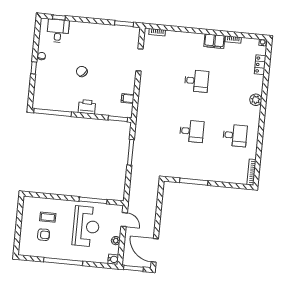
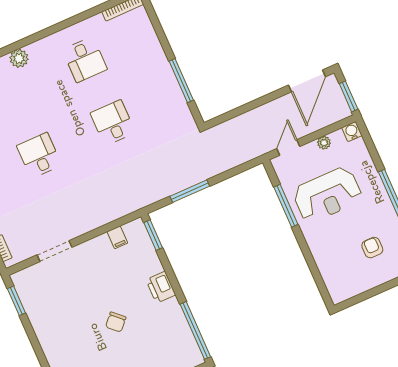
desk: (235, 135) -> (85, 60), turned 180
coffee table: (48, 217) -> (345, 255), removed
reception desk: (86, 226) -> (327, 195), turned 180

